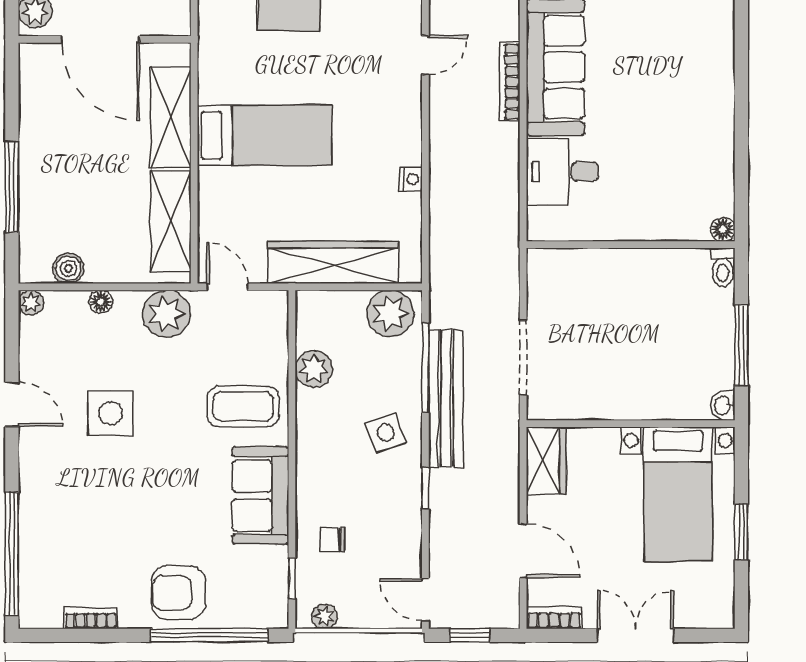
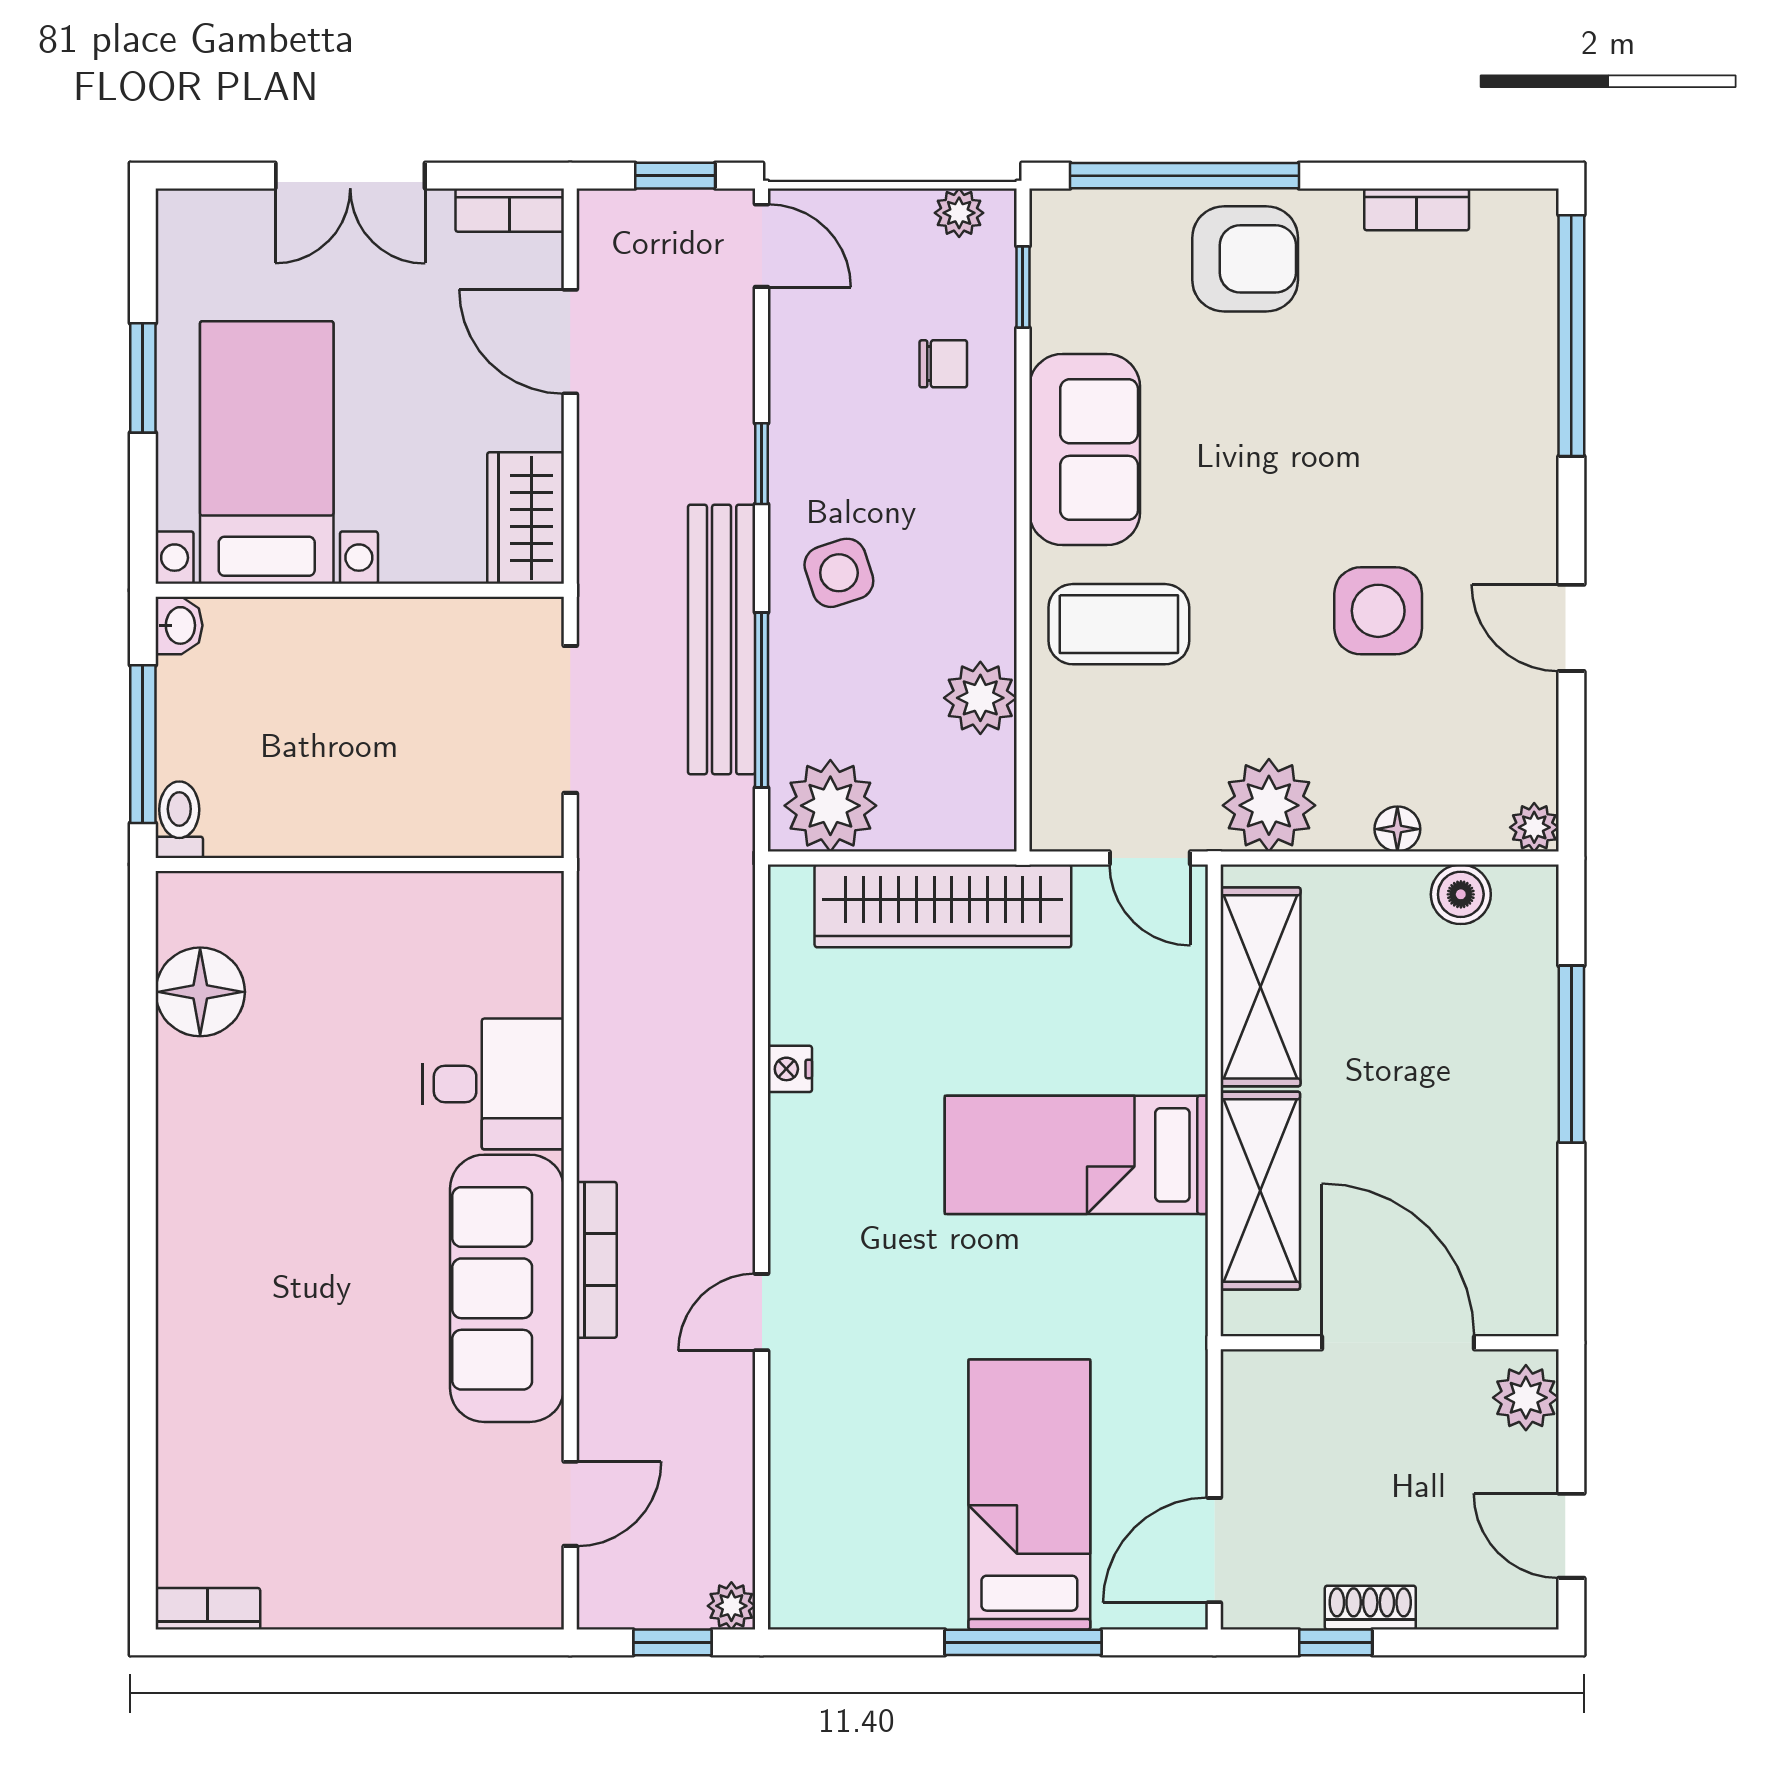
floor lamp: (723, 229) -> (200, 992), width x1.89, depth x1.89
wall: (631, 245) -> (360, 864), moved
toilet: (723, 267) -> (179, 820), moved

